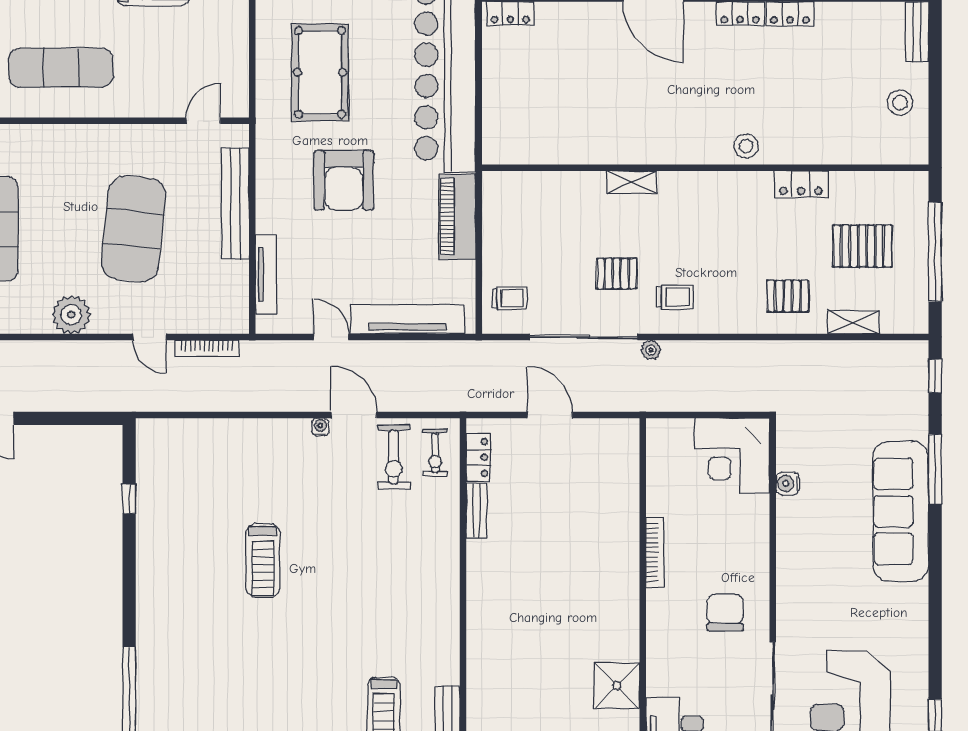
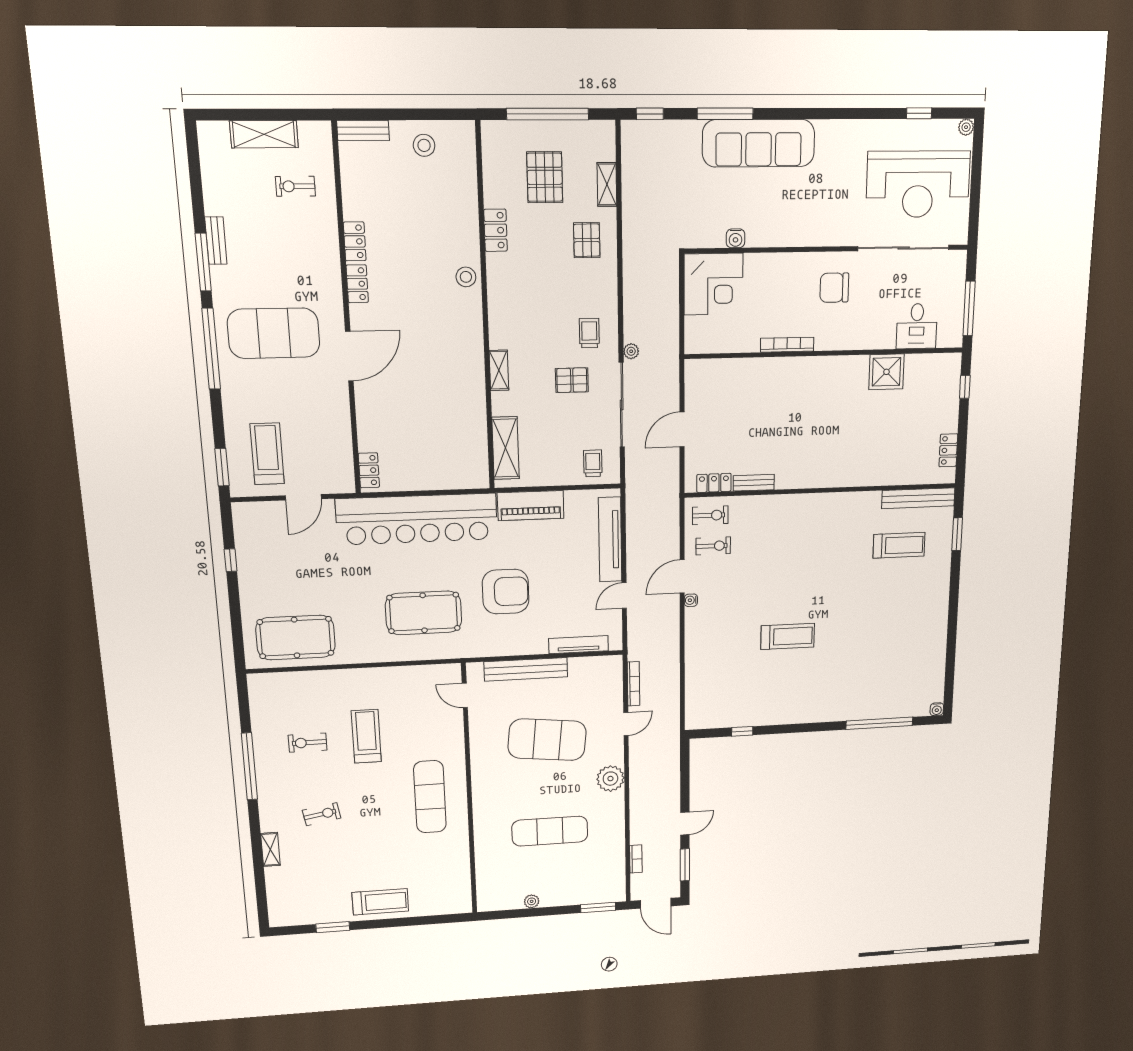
shelving: (533, 187) -> (506, 448), added
pallet: (617, 274) -> (572, 380), turned 90
exercise bike: (394, 457) -> (713, 546), width x0.73, depth x0.72

